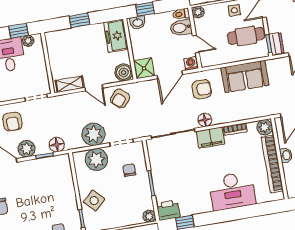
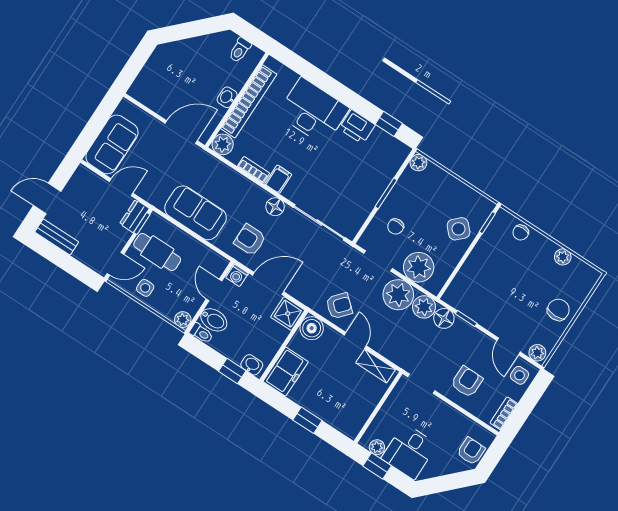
filing cabinet: (211, 138) -> (278, 179), width x0.50
plant: (27, 149) -> (424, 307), moved
printer: (168, 210) -> (357, 127), moved

